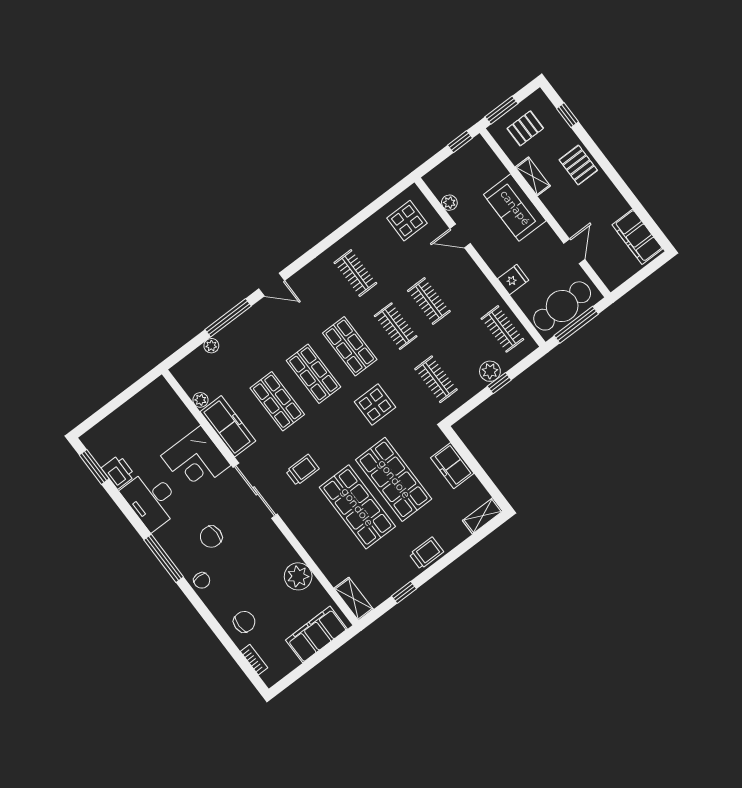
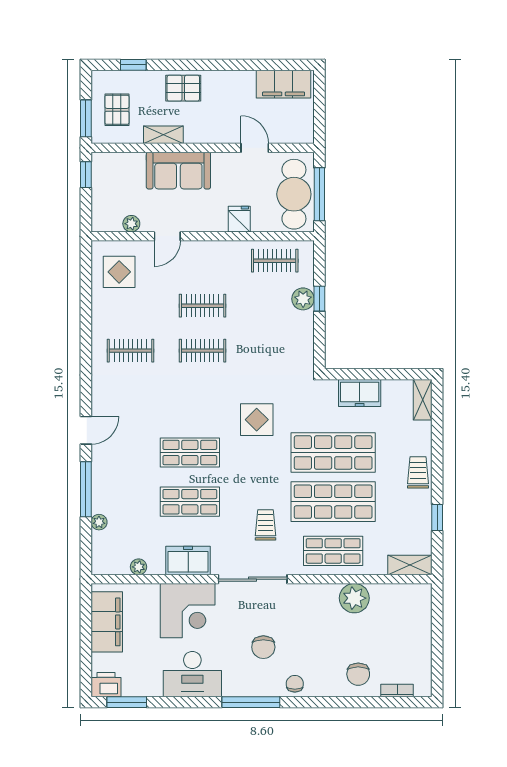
shop shelf: (350, 346) -> (333, 551), moved
clothes rail: (436, 379) -> (275, 351), removed
freezer: (228, 426) -> (188, 561), width x0.71
printer: (118, 472) -> (106, 685), moved
chair: (202, 580) -> (295, 684), turned -90
chair: (244, 622) -> (358, 674), turned 180
filing cabinet: (316, 634) -> (107, 622), moved, turned 180

